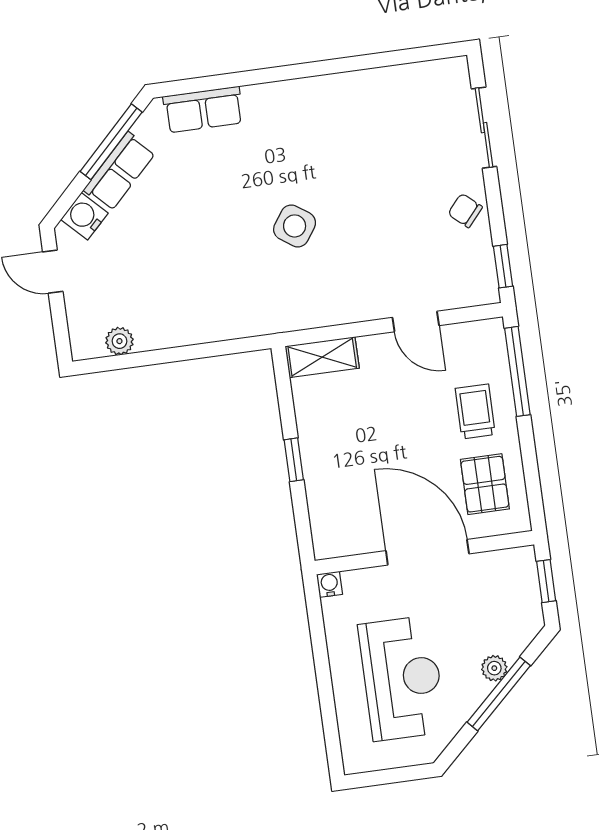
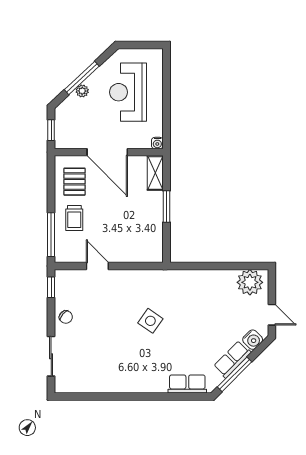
plant: (119, 341) -> (250, 282), width x1.88, depth x1.88
shelving: (322, 357) -> (155, 173), moved, turned 90
window: (294, 460) -> (166, 206), width x1.50

